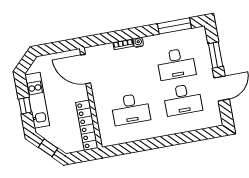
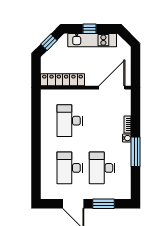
window: (174, 26) -> (136, 152), moved

